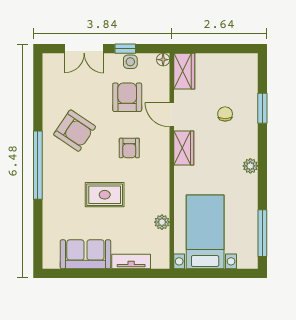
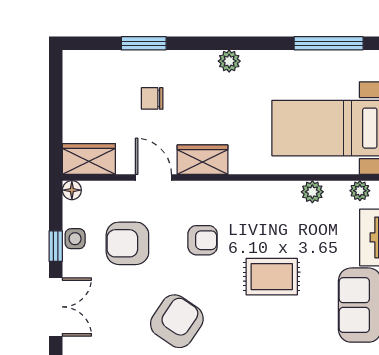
door: (172, 115) -> (153, 177), swing flipped
rug: (105, 195) -> (272, 277), turned 90
plant: (163, 254) -> (360, 191), added

